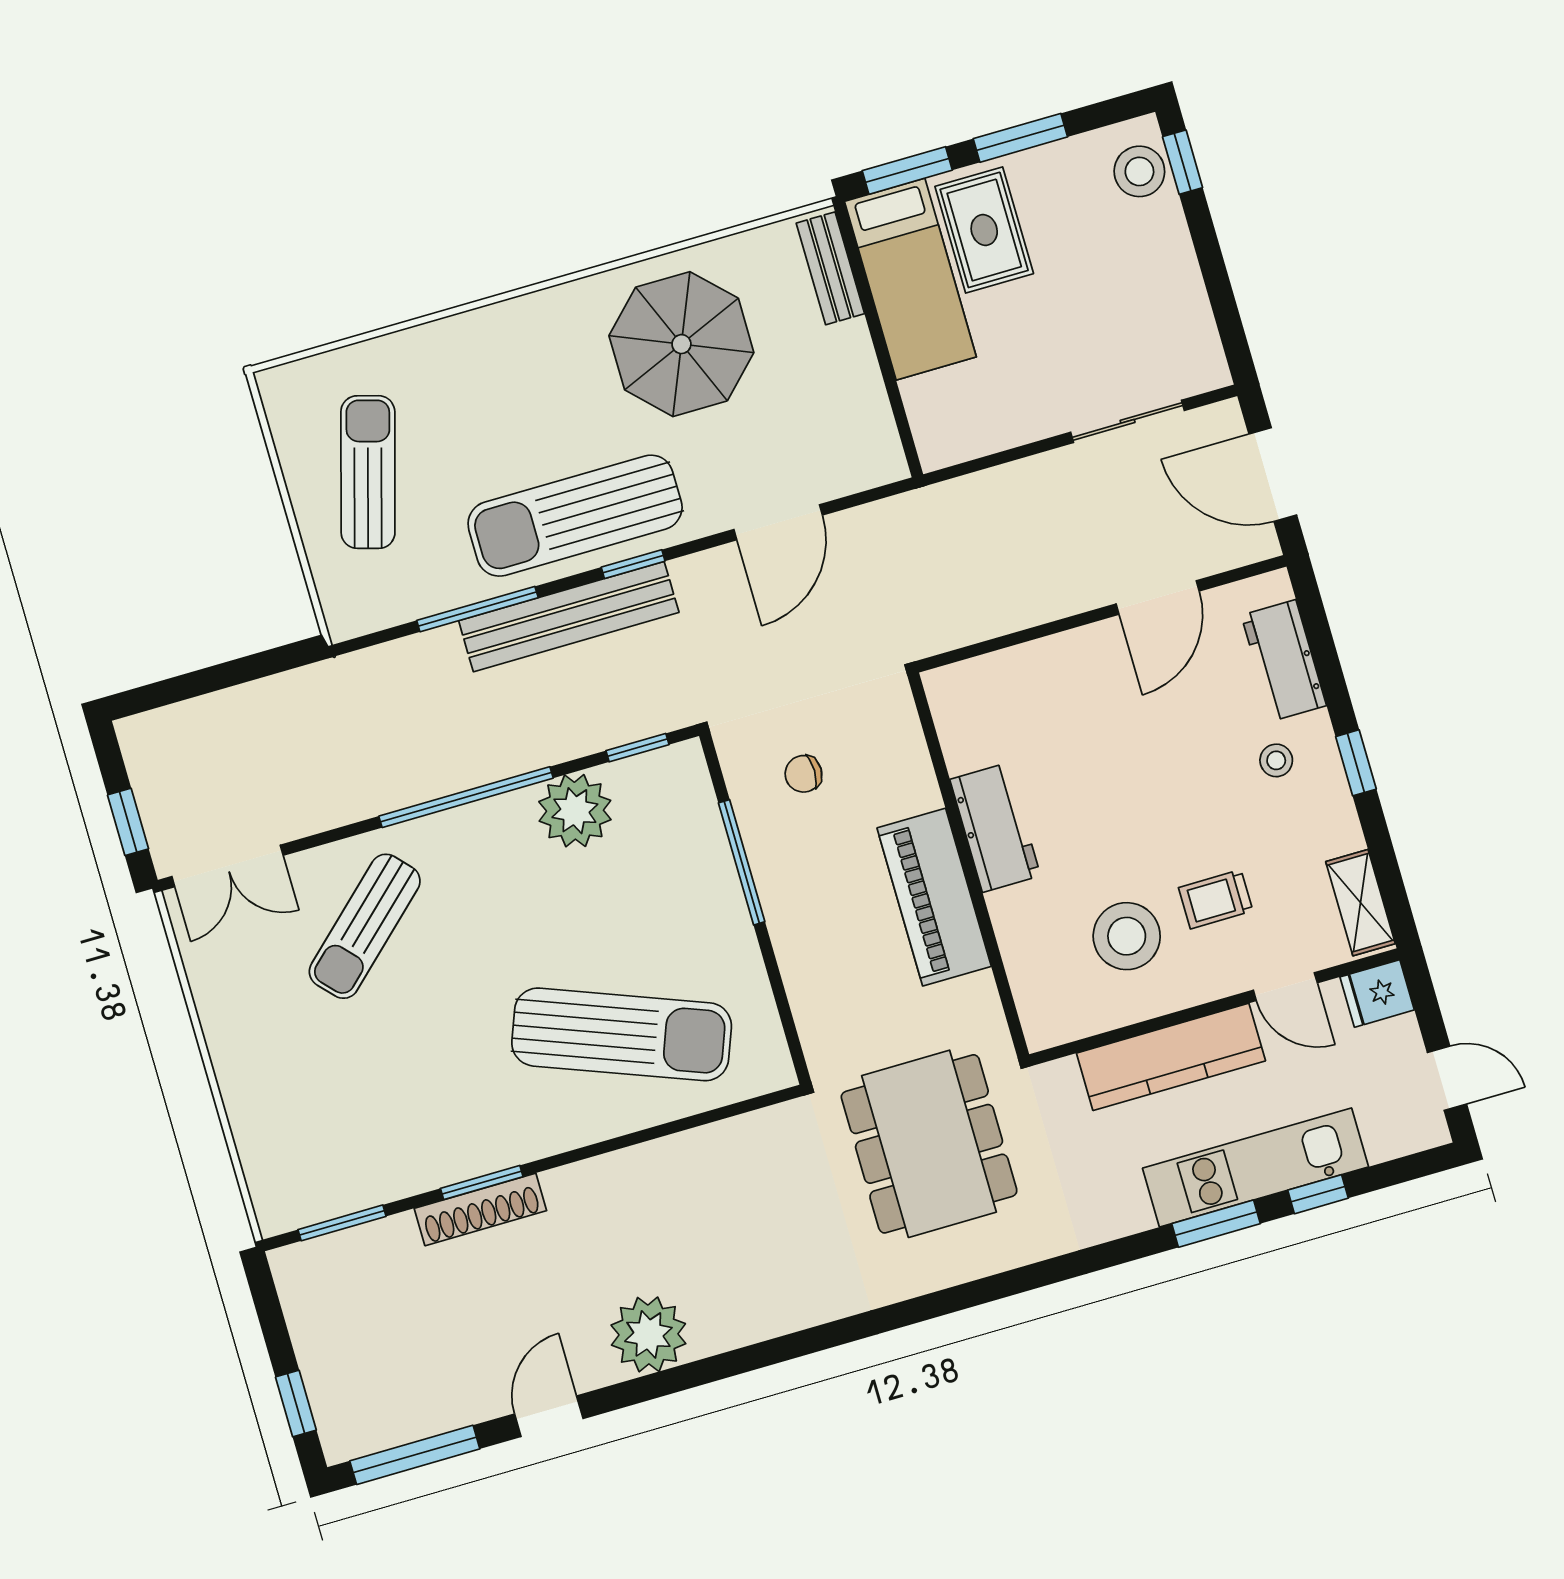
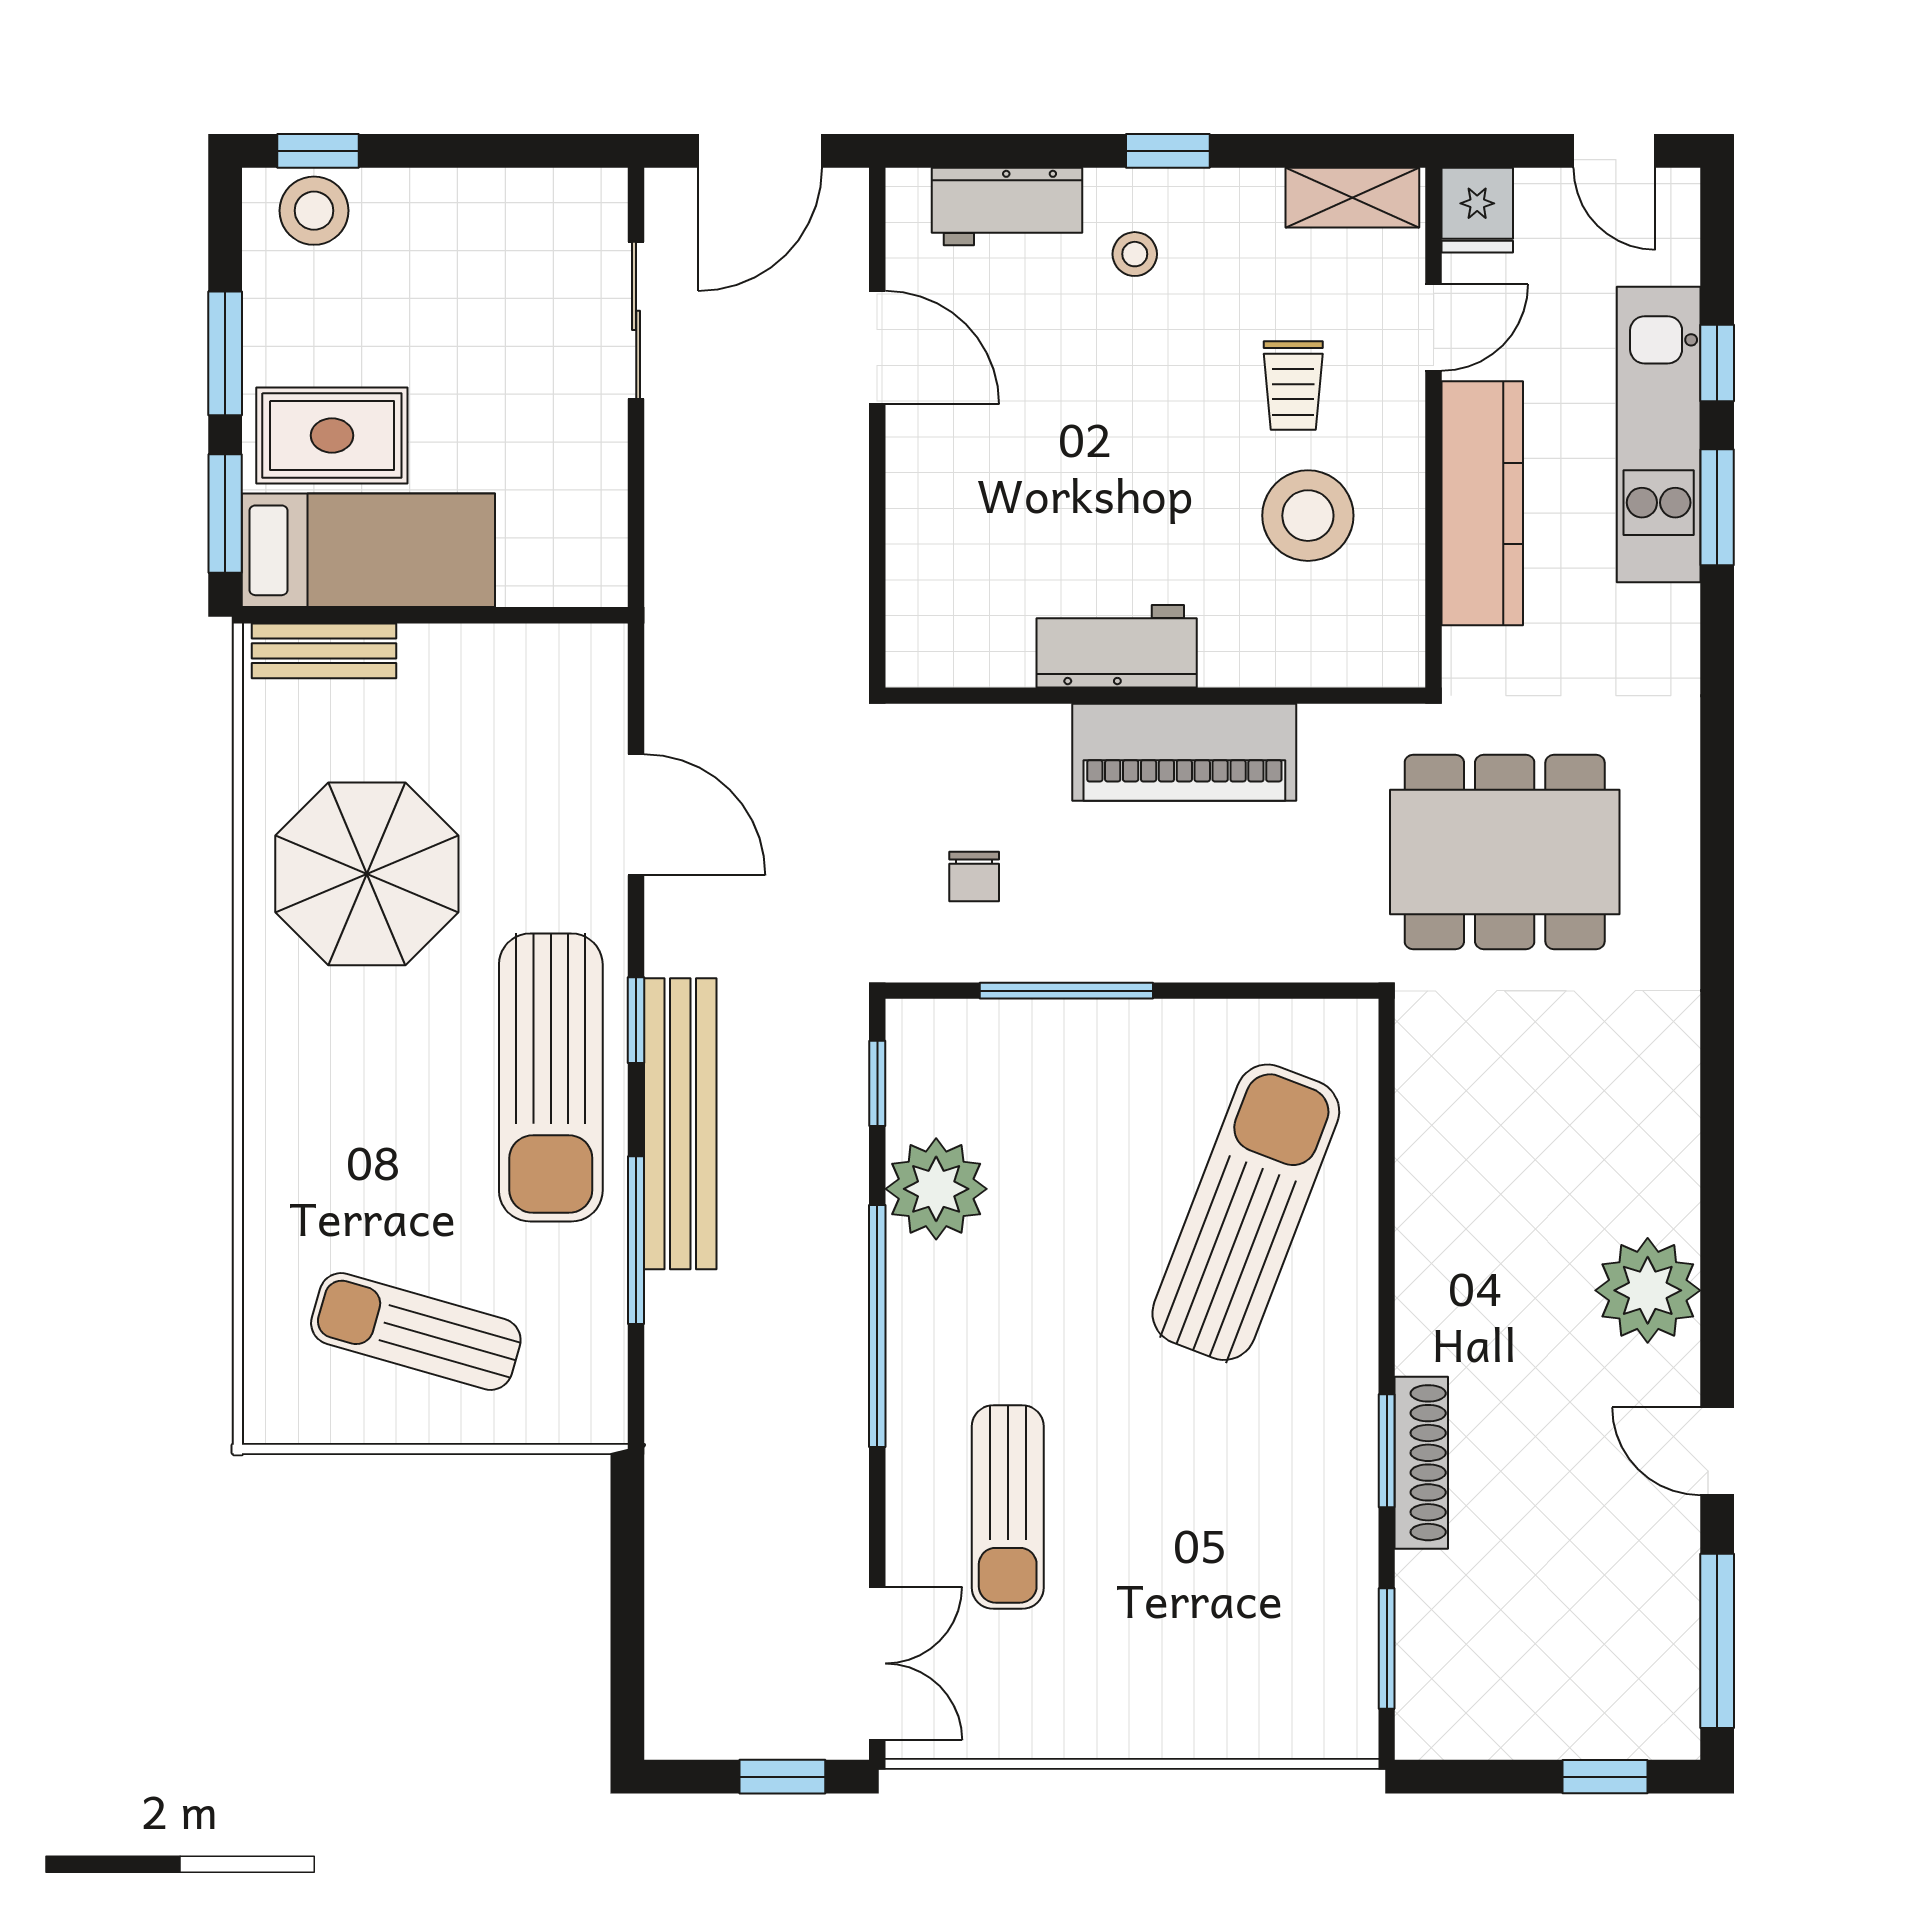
sun lounger: (365, 926) -> (1008, 1507), turned 43
door: (1447, 1078) -> (1614, 151), swing flipped

